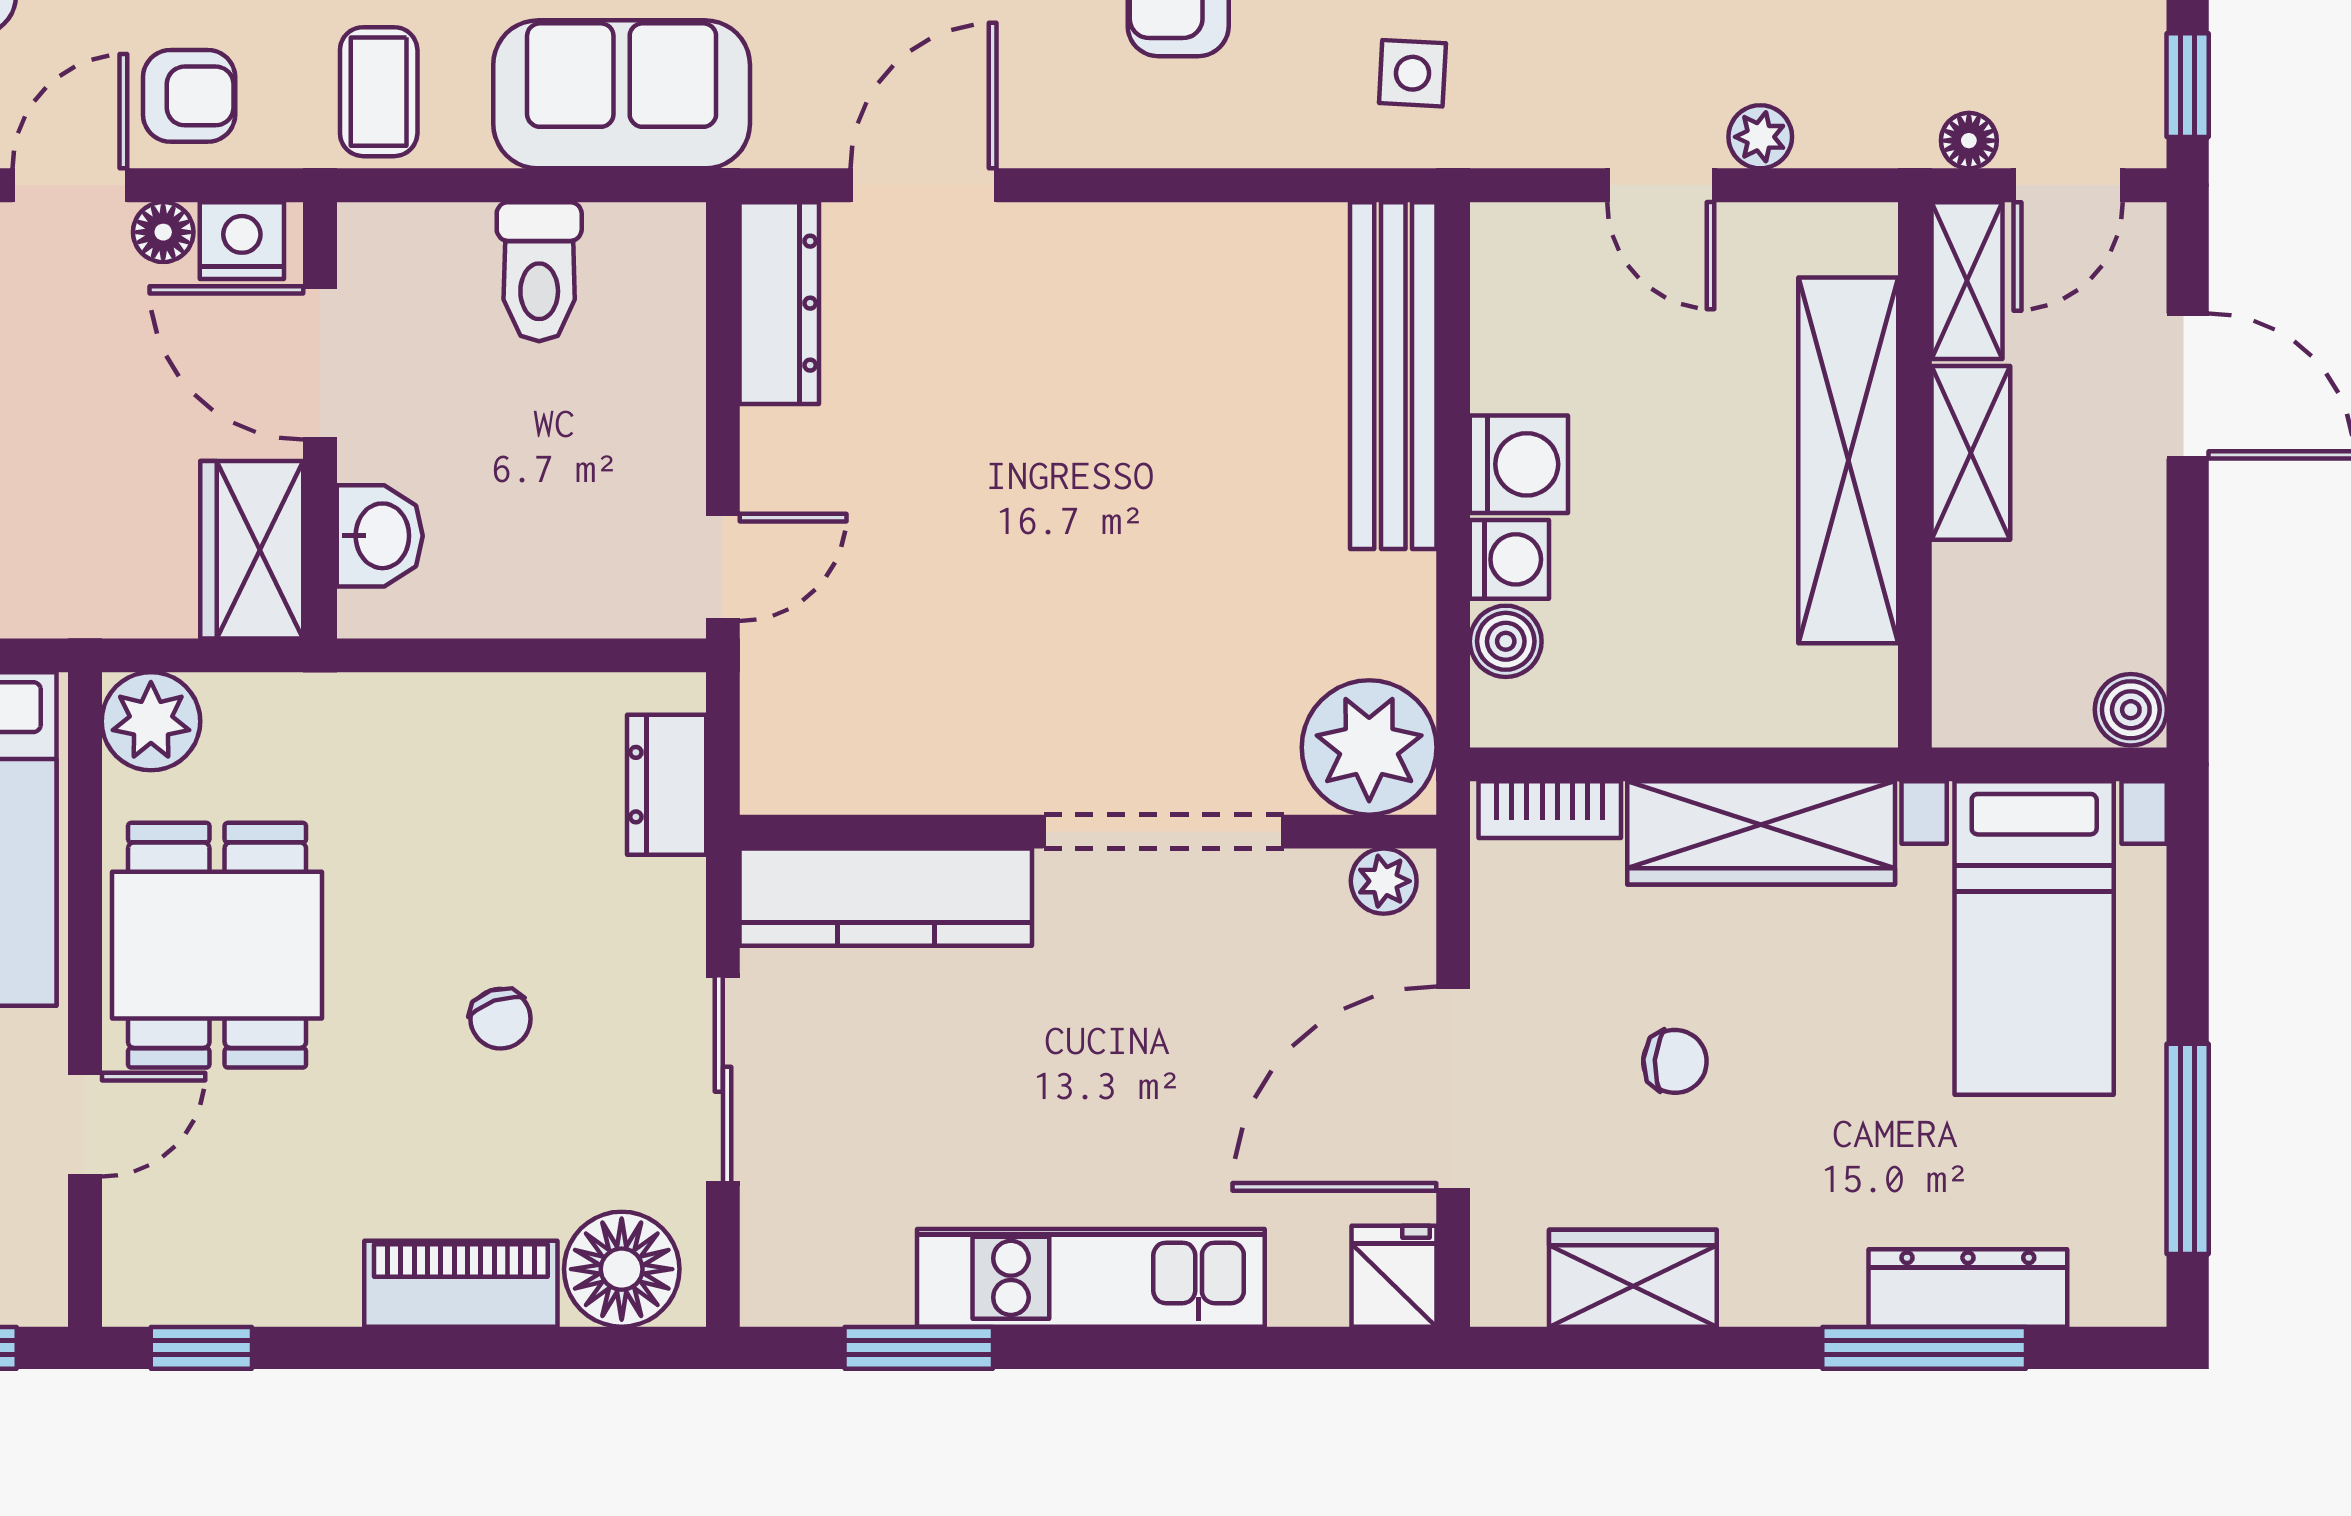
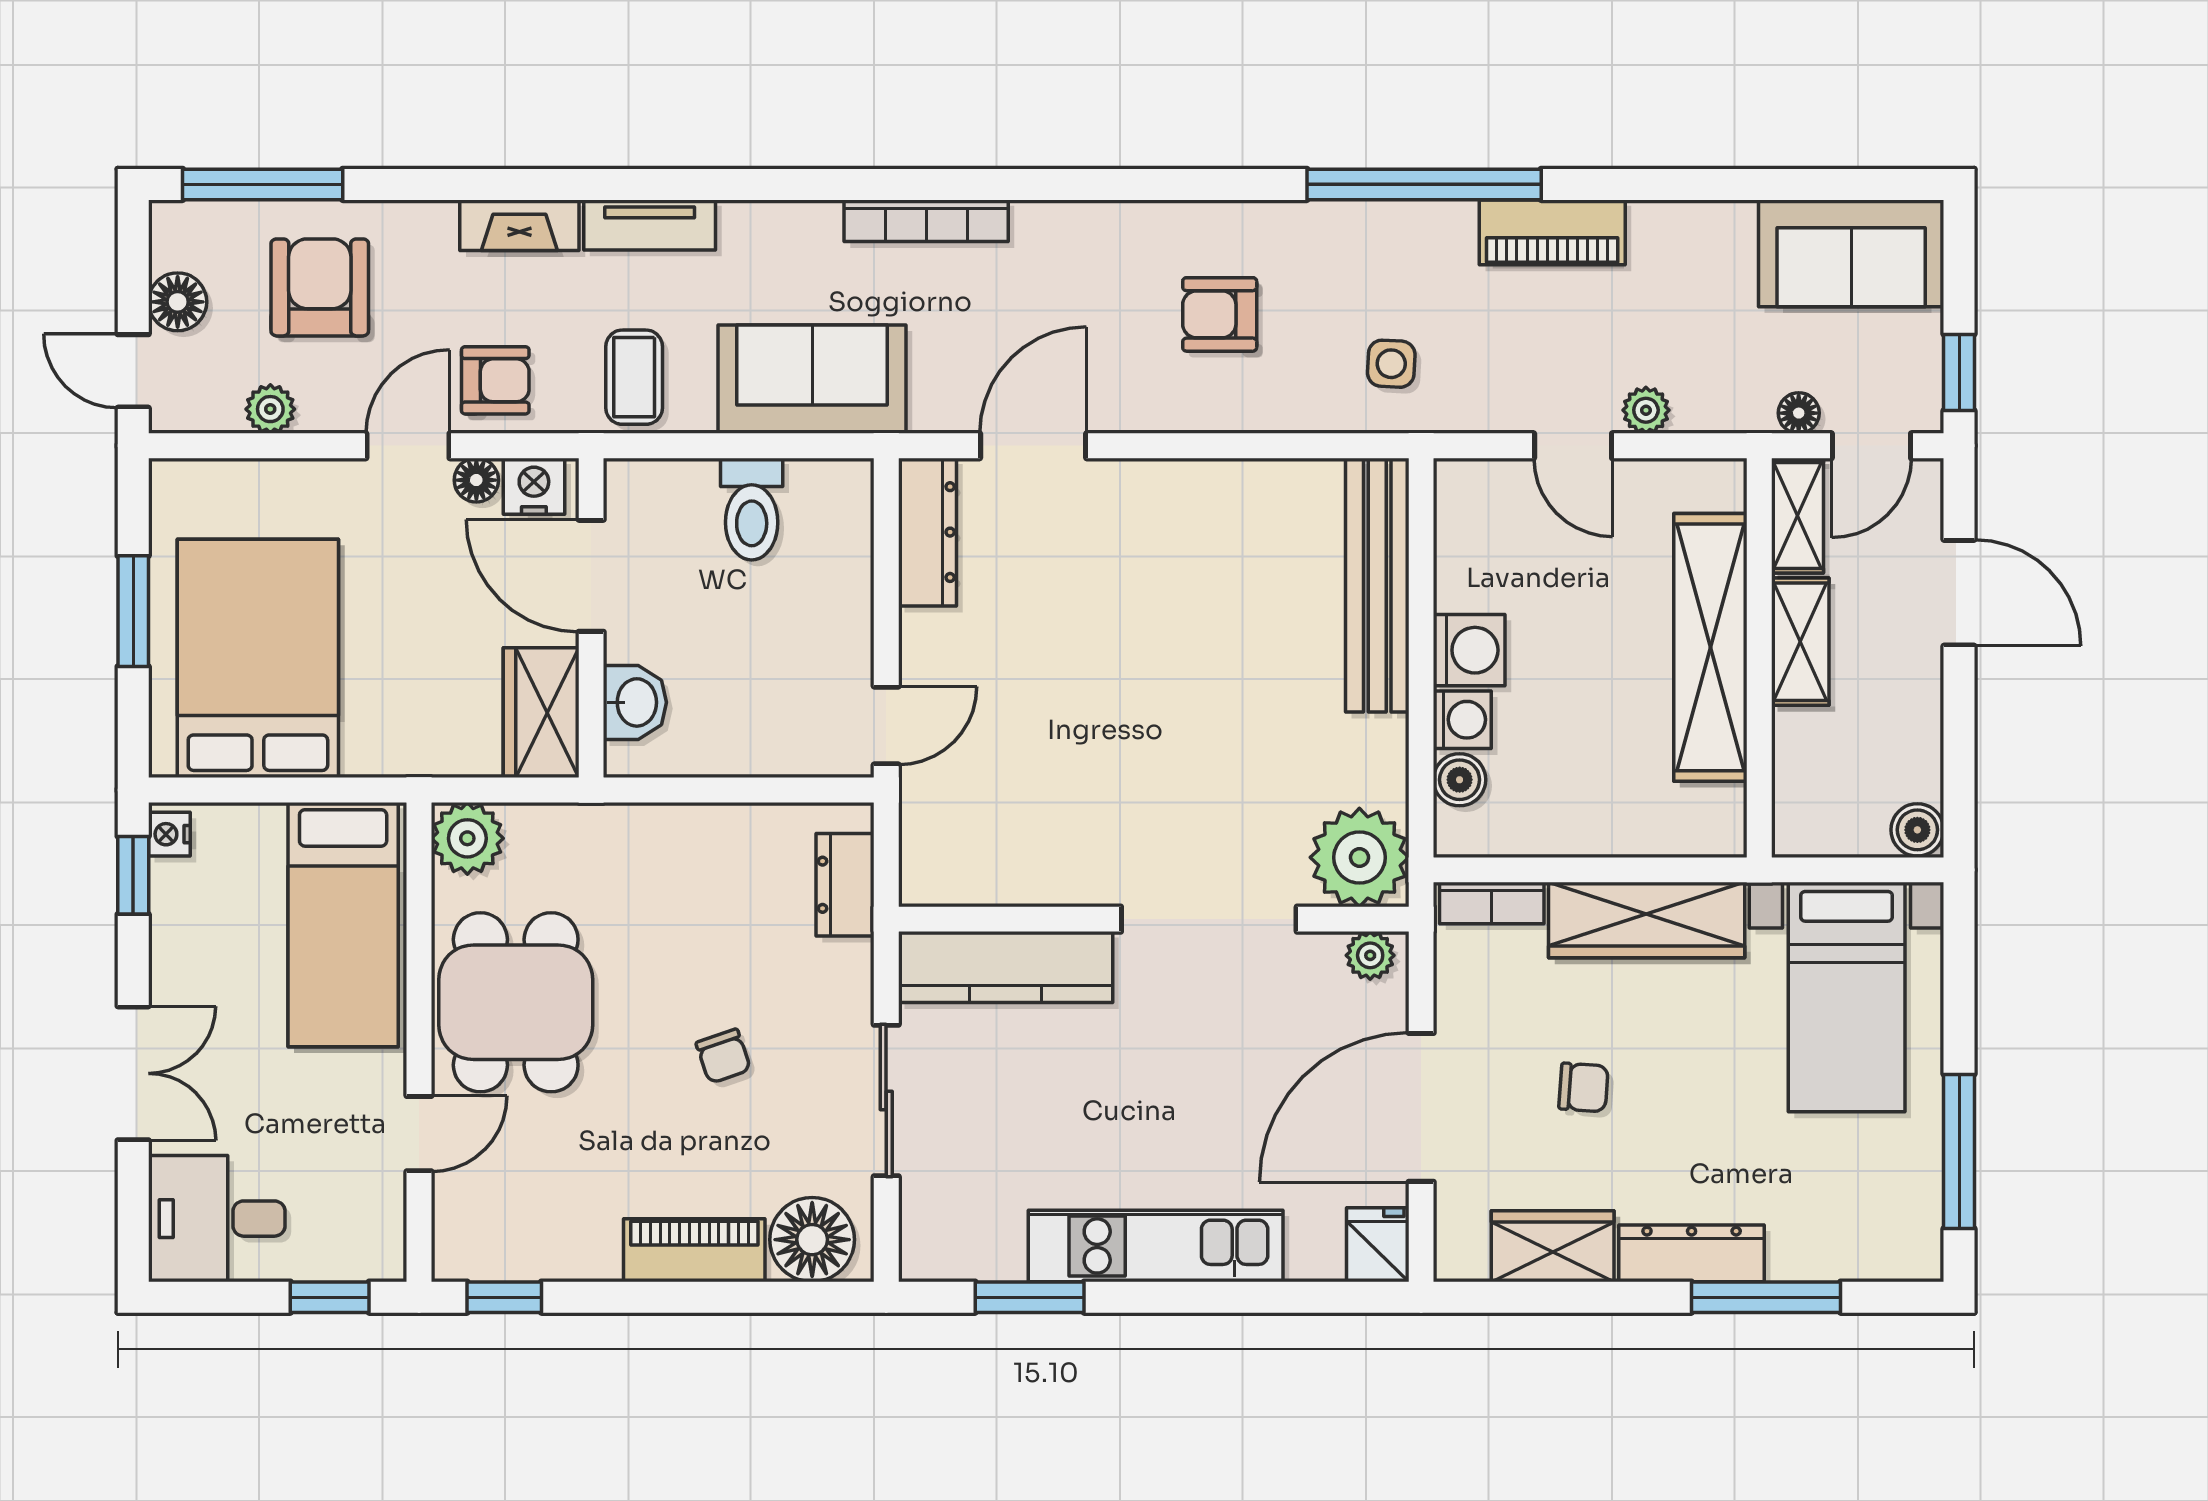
dresser: (1968, 1288) -> (1692, 1253), moved

